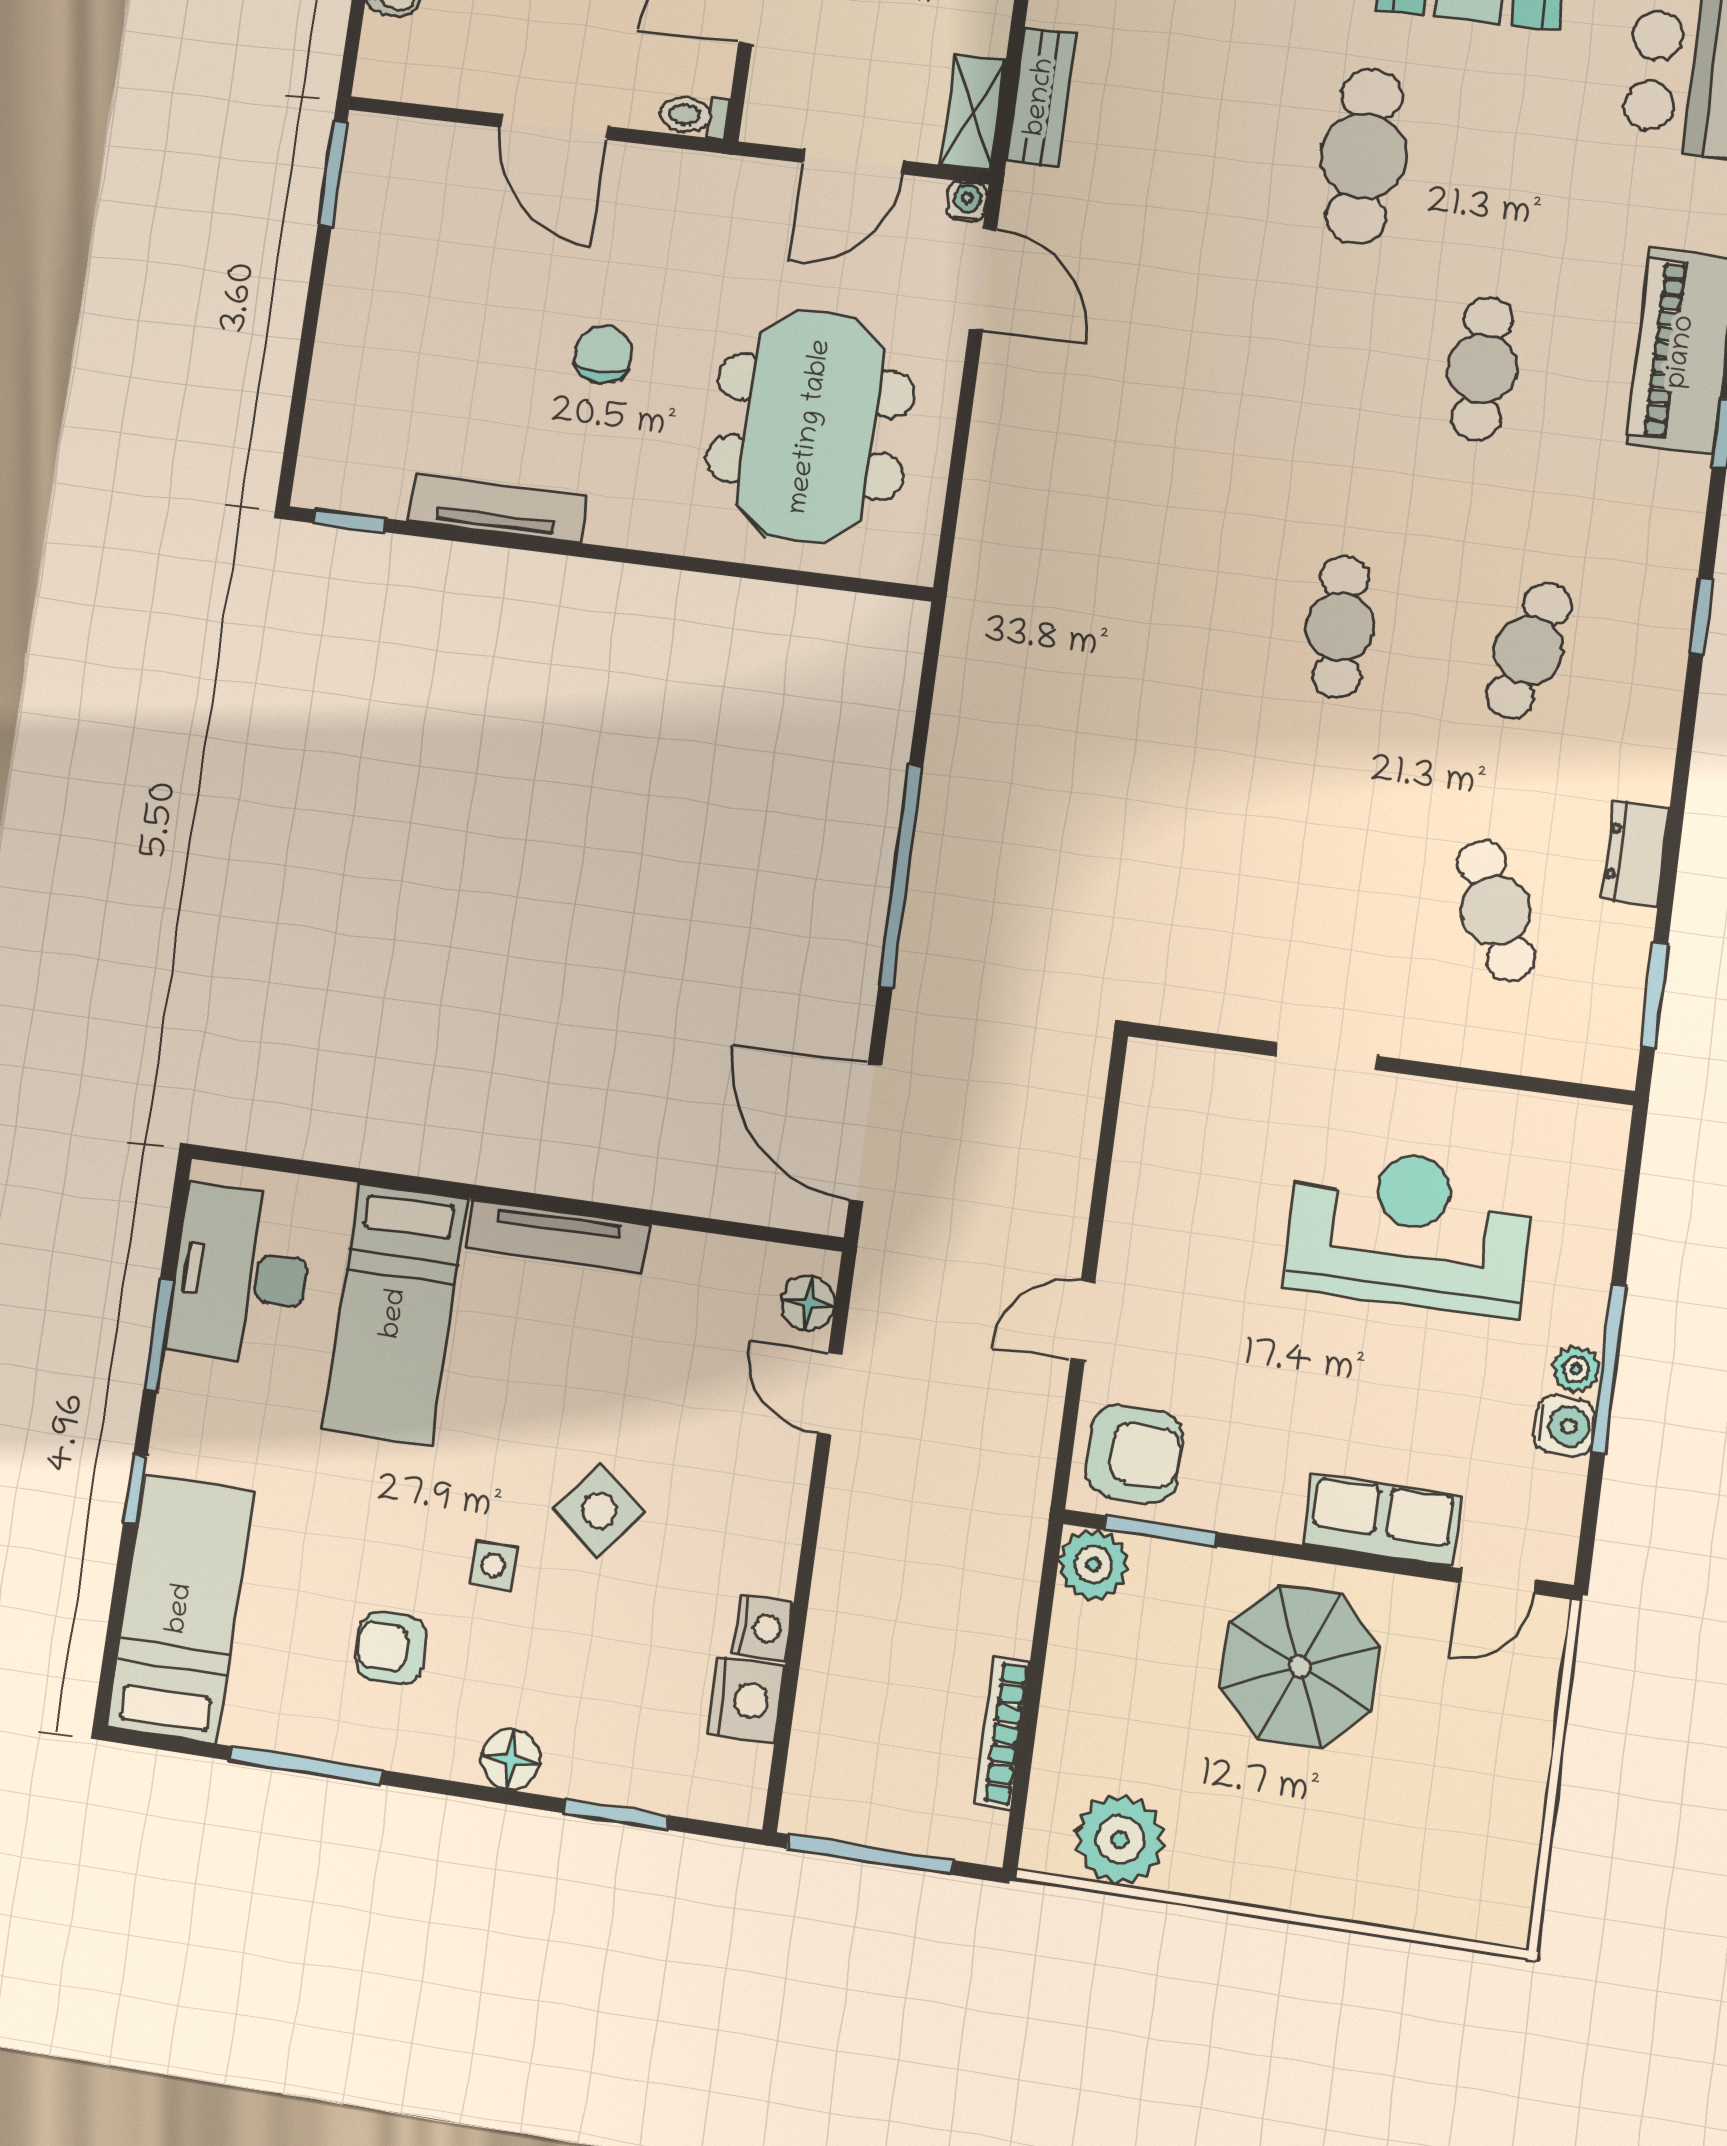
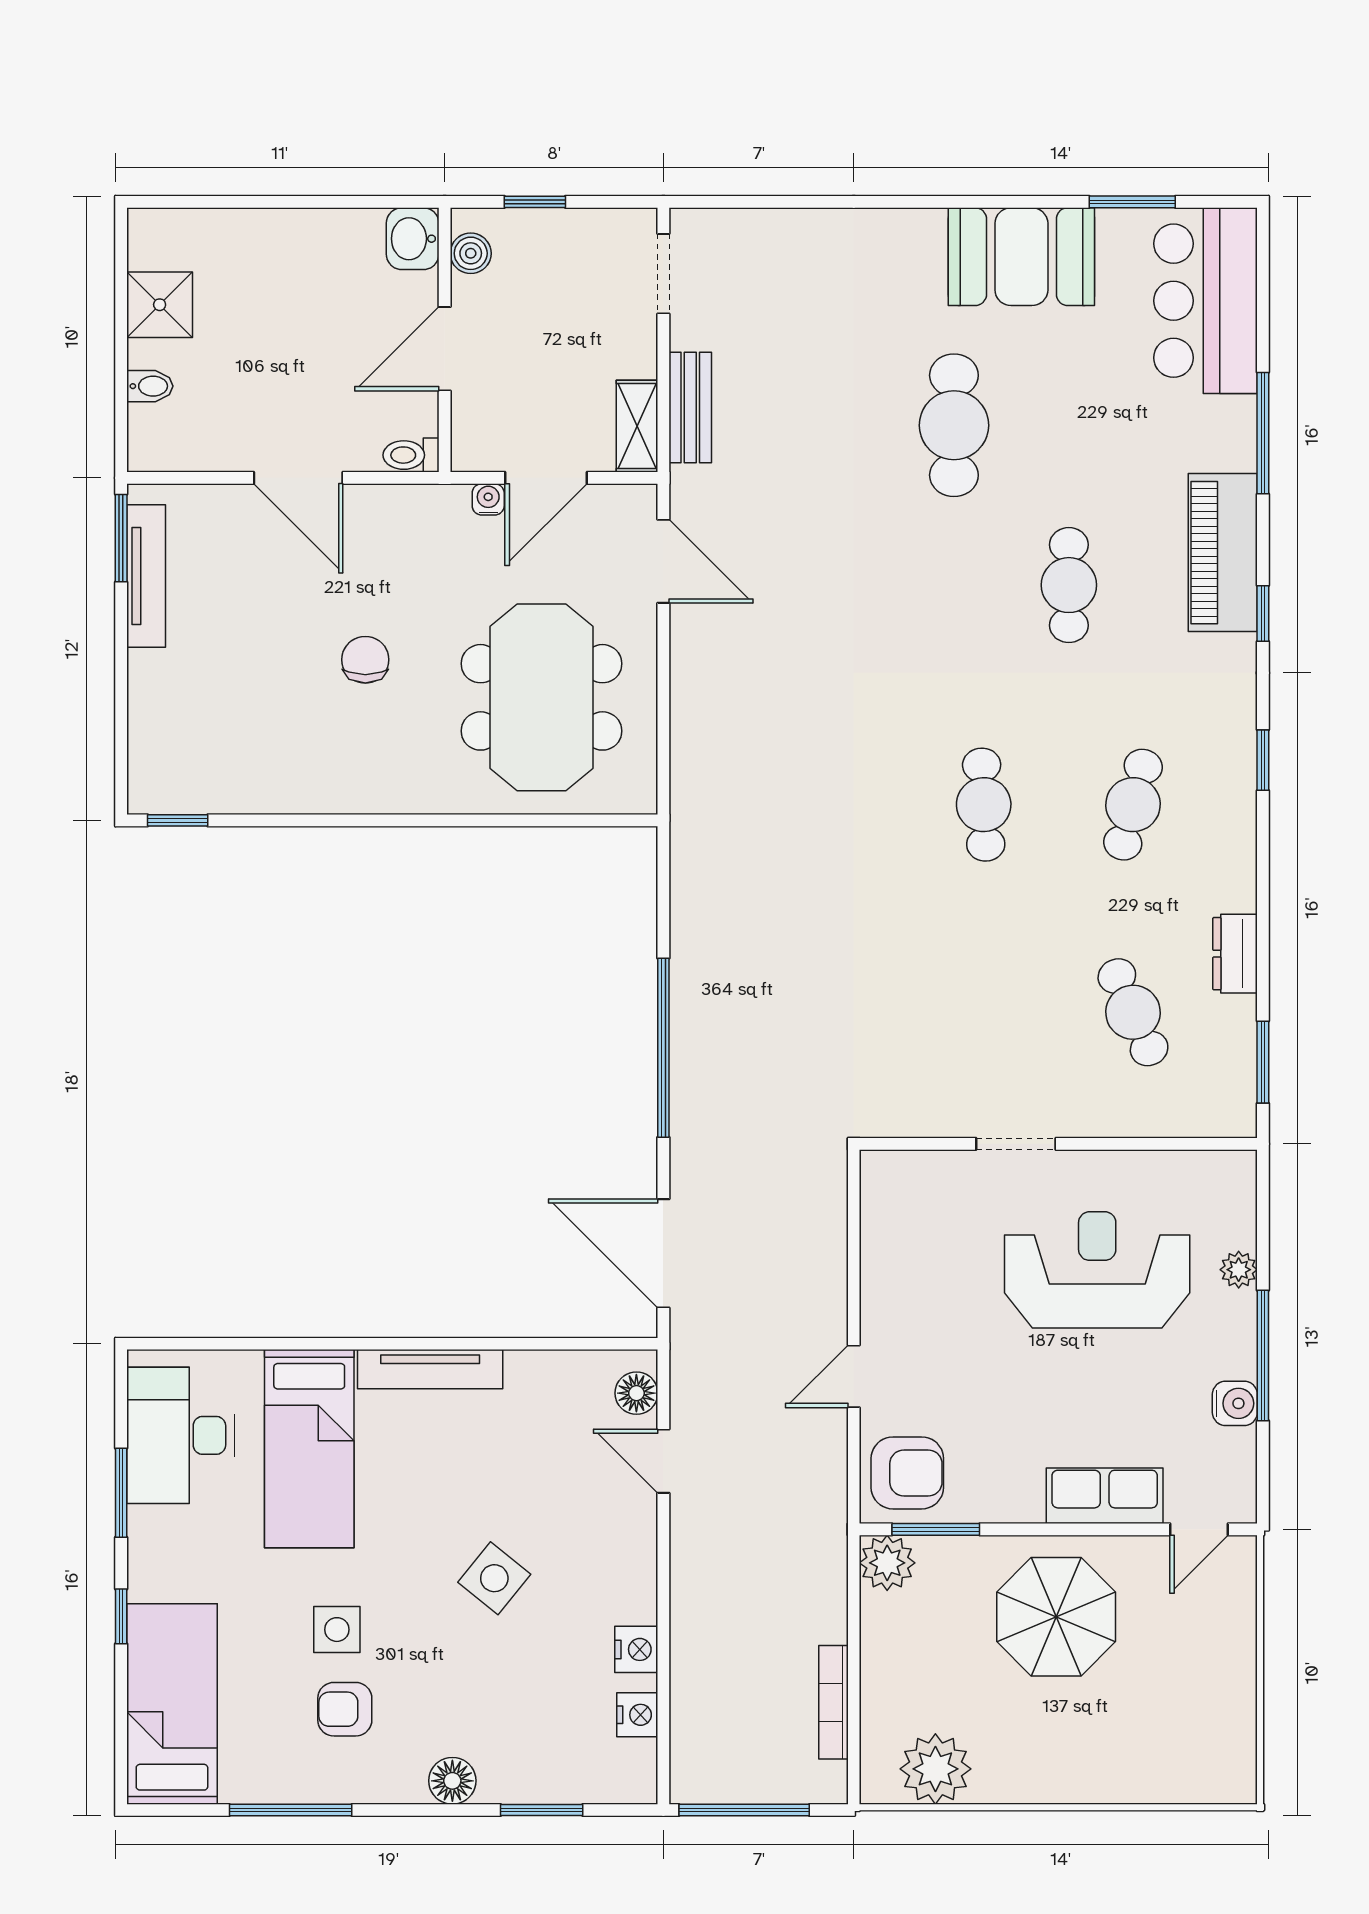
water cooler: (967, 201) -> (488, 499), moved
tv unit: (497, 509) -> (146, 576), moved, turned 90
plant: (1576, 1369) -> (1239, 1270), moved
side table: (493, 1565) -> (337, 1630), moved, width x1.37, depth x1.37
nightstand: (746, 1700) -> (637, 1715), width x0.74, depth x0.75

